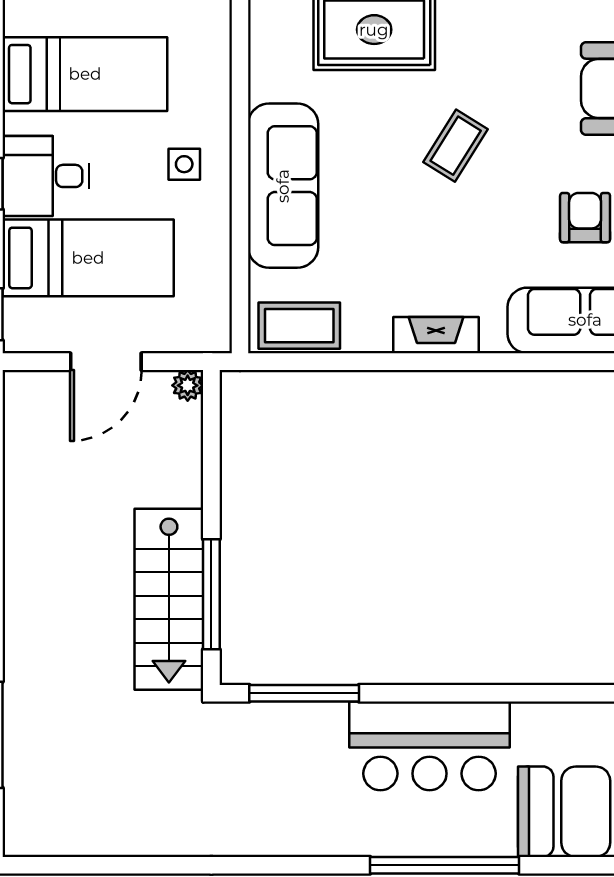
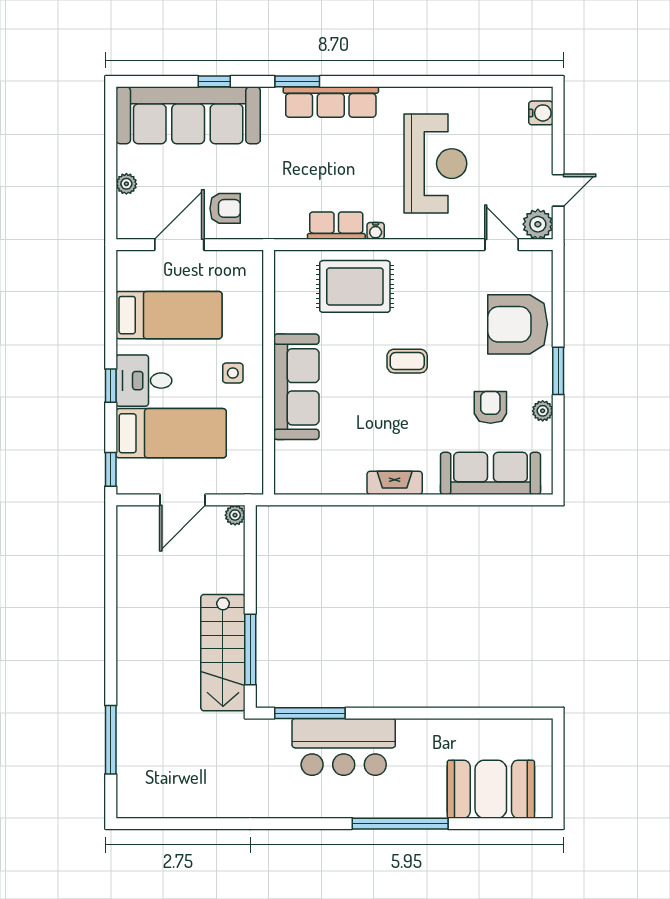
coffee table: (456, 146) -> (407, 361), turned 58
coffee table: (299, 326) -> (307, 477), removed
bar counter: (430, 746) -> (344, 747), moved

